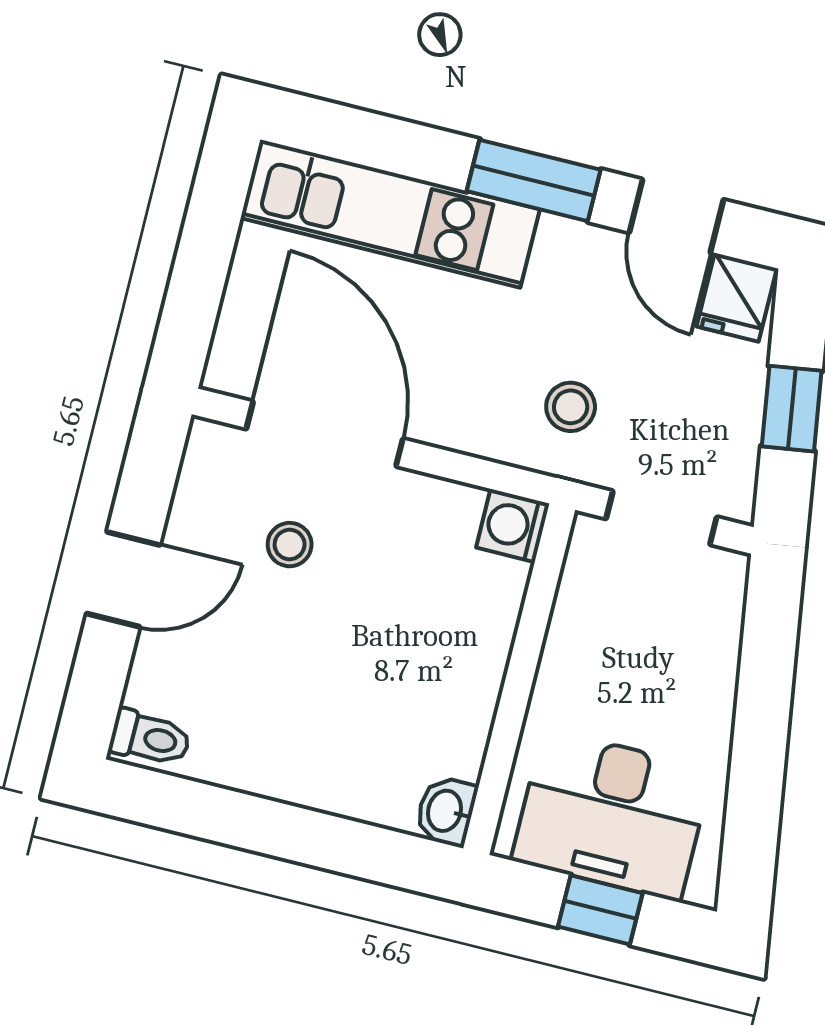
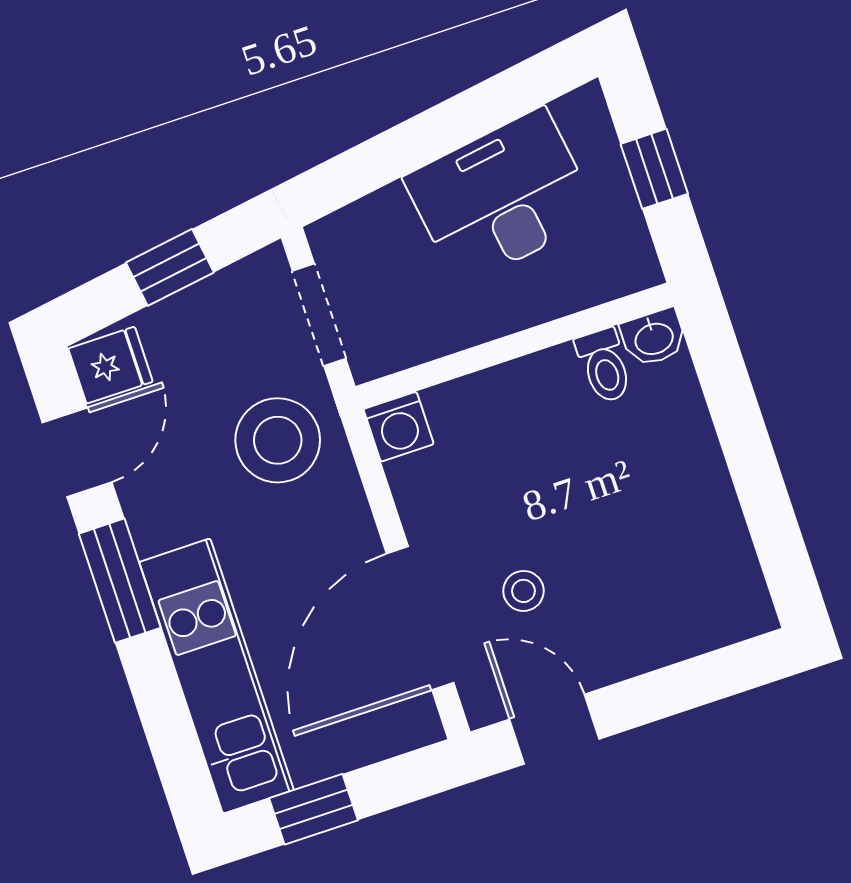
window: (212, 225) -> (314, 809), added
stool: (571, 407) -> (278, 440), width x1.89, depth x1.89
door: (123, 579) -> (554, 729), moved
toilet: (150, 738) -> (604, 366), moved, turned 180
desk: (612, 815) -> (502, 197), moved, turned -99

